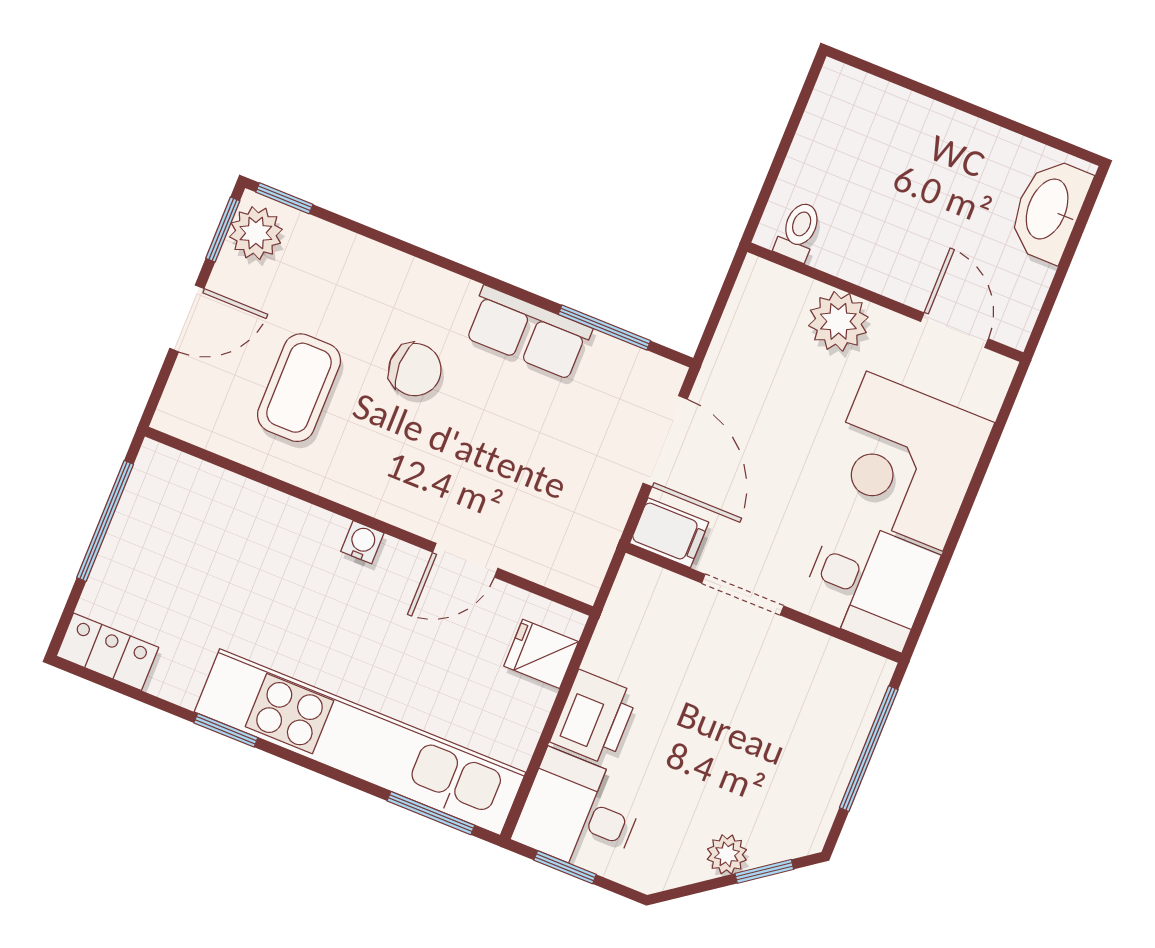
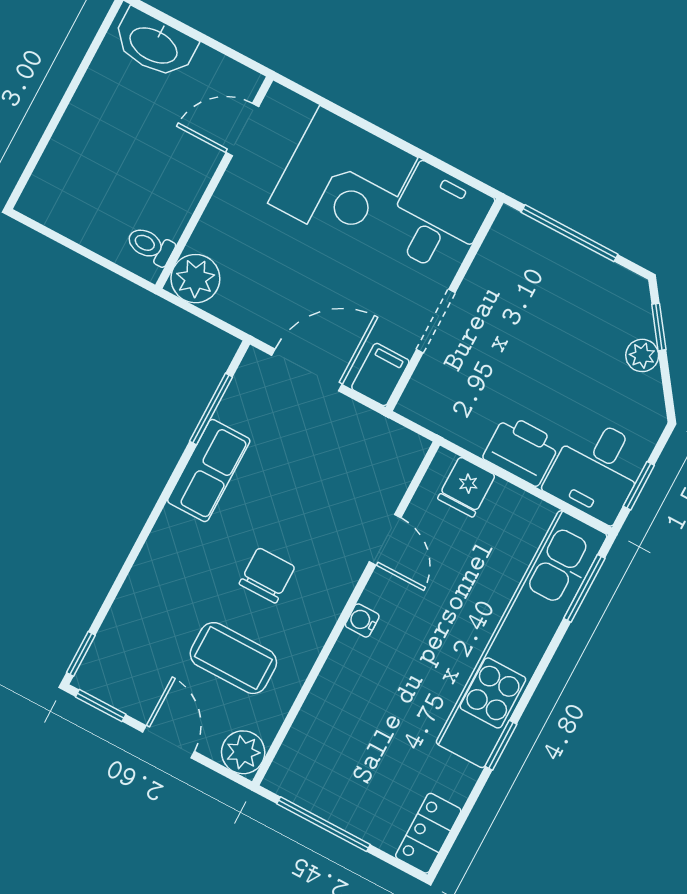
plant: (256, 233) -> (243, 752), moved
plant: (838, 321) -> (195, 279), moved
chair: (415, 370) -> (267, 575), moved

